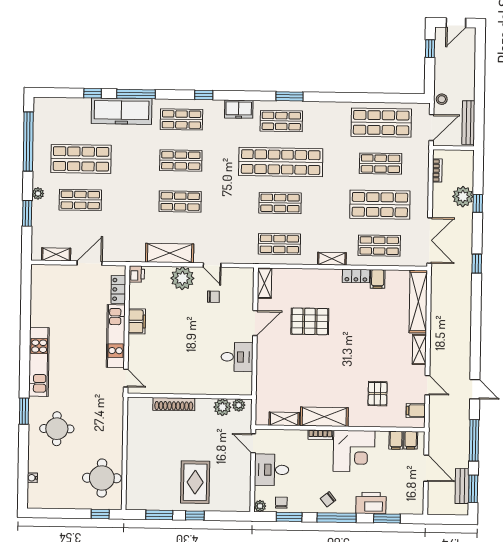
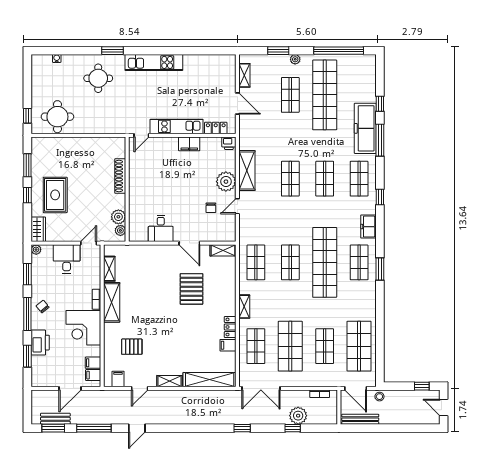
shop shelf: (81, 159) -> (325, 95), width x1.40
rug: (195, 482) -> (55, 195), turned 90
wardrobe: (236, 503) -> (38, 229), added
chair: (281, 503) -> (39, 267), removed

